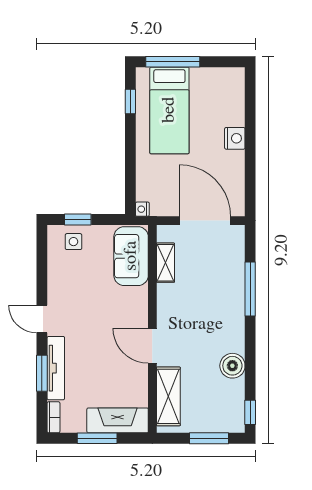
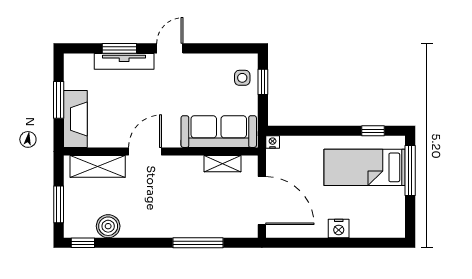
door: (205, 221) -> (262, 201), hinge flipped
sofa: (131, 256) -> (219, 132), width x1.36
boiler: (232, 366) -> (108, 226), moved
bookcase: (53, 417) -> (78, 59), removed

